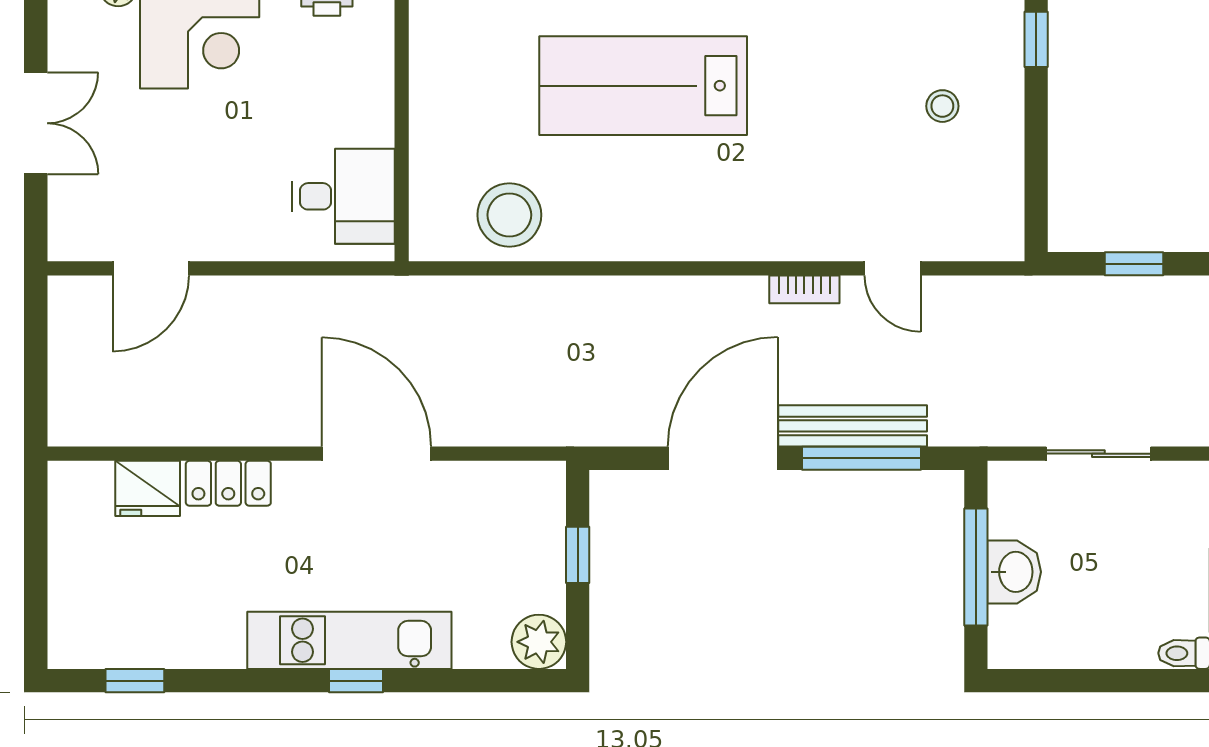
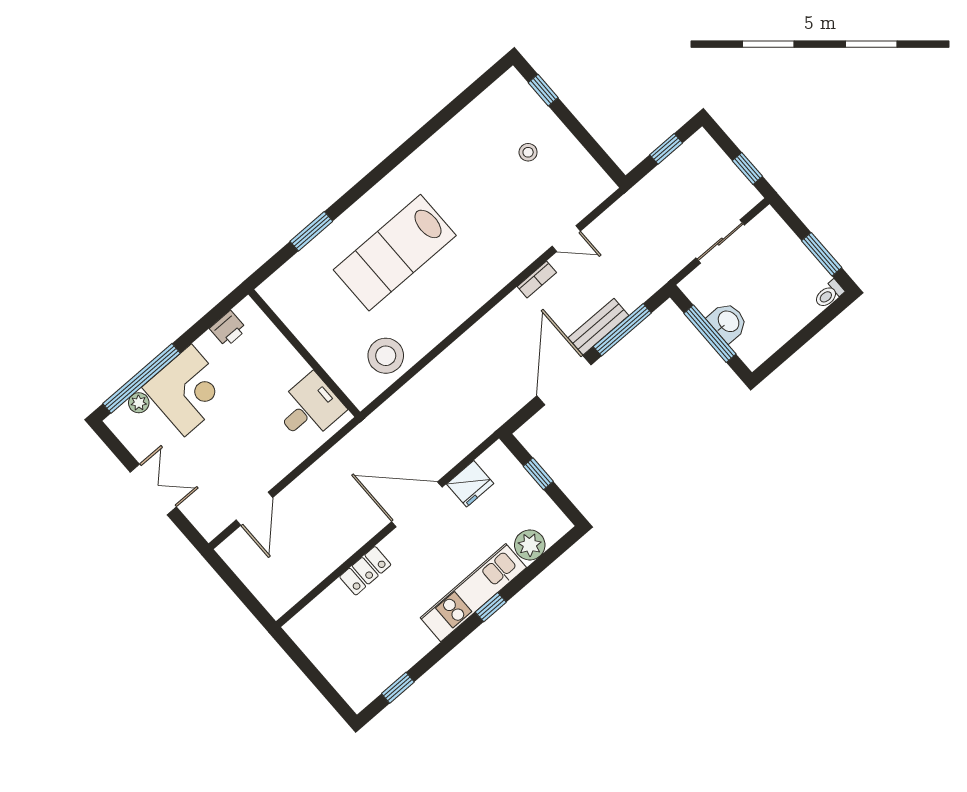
bench: (853, 426) -> (598, 327), width x0.73
fridge: (148, 488) -> (470, 484), moved
plant: (539, 642) -> (530, 545), moved

